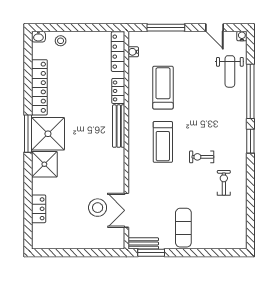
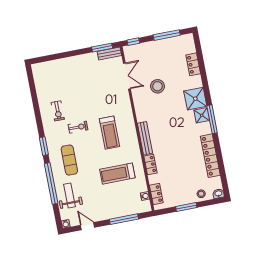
window: (83, 28) -> (186, 207), added
locker: (118, 52) -> (156, 194), width x0.66
treadmill: (163, 88) -> (117, 174), turned 90
shower: (48, 134) -> (202, 115), width x0.54, depth x0.54
treadmill: (163, 142) -> (110, 133), turned 180
stool: (98, 208) -> (157, 86), moved
exercise mat: (183, 228) -> (69, 160), moved
window: (65, 253) -> (167, 35), added
window: (110, 253) -> (133, 42), added

